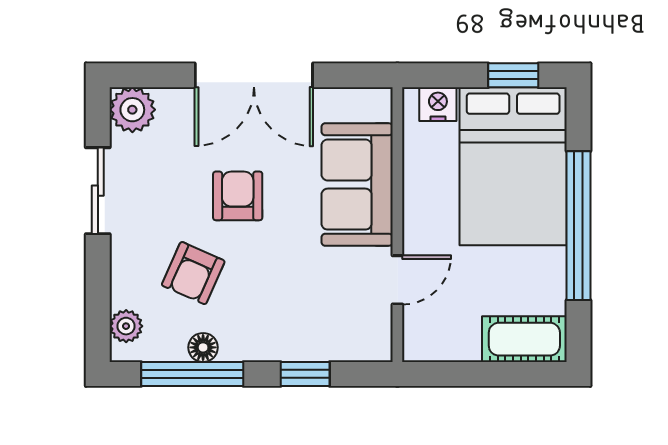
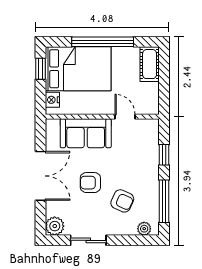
floor lamp: (203, 347) -> (153, 197), removed

